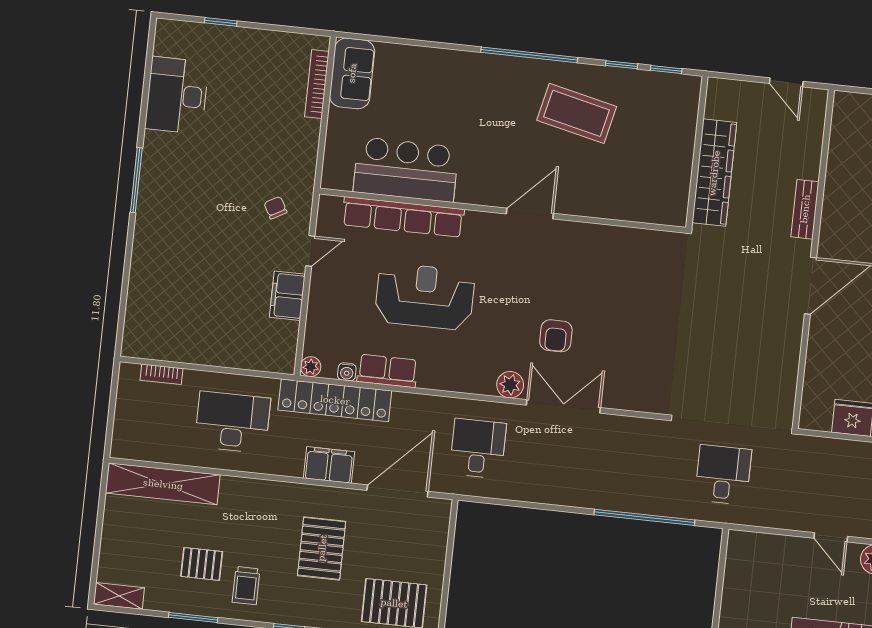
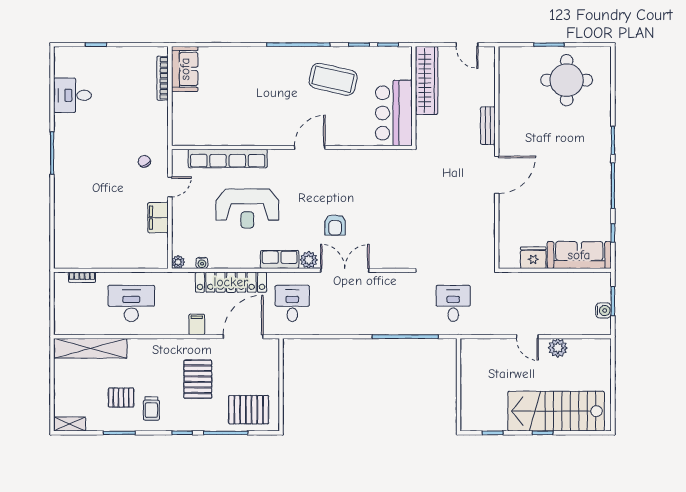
desk: (177, 95) -> (72, 95), width x0.73
bar counter: (406, 170) -> (394, 113), moved, turned -90
wardrobe: (714, 173) -> (427, 80), moved
reception desk: (425, 296) -> (247, 208), turned 180
row of seats: (387, 371) -> (280, 259), moved
locker: (335, 400) -> (231, 282), moved
filing cabinet: (329, 465) -> (197, 325), width x0.50

